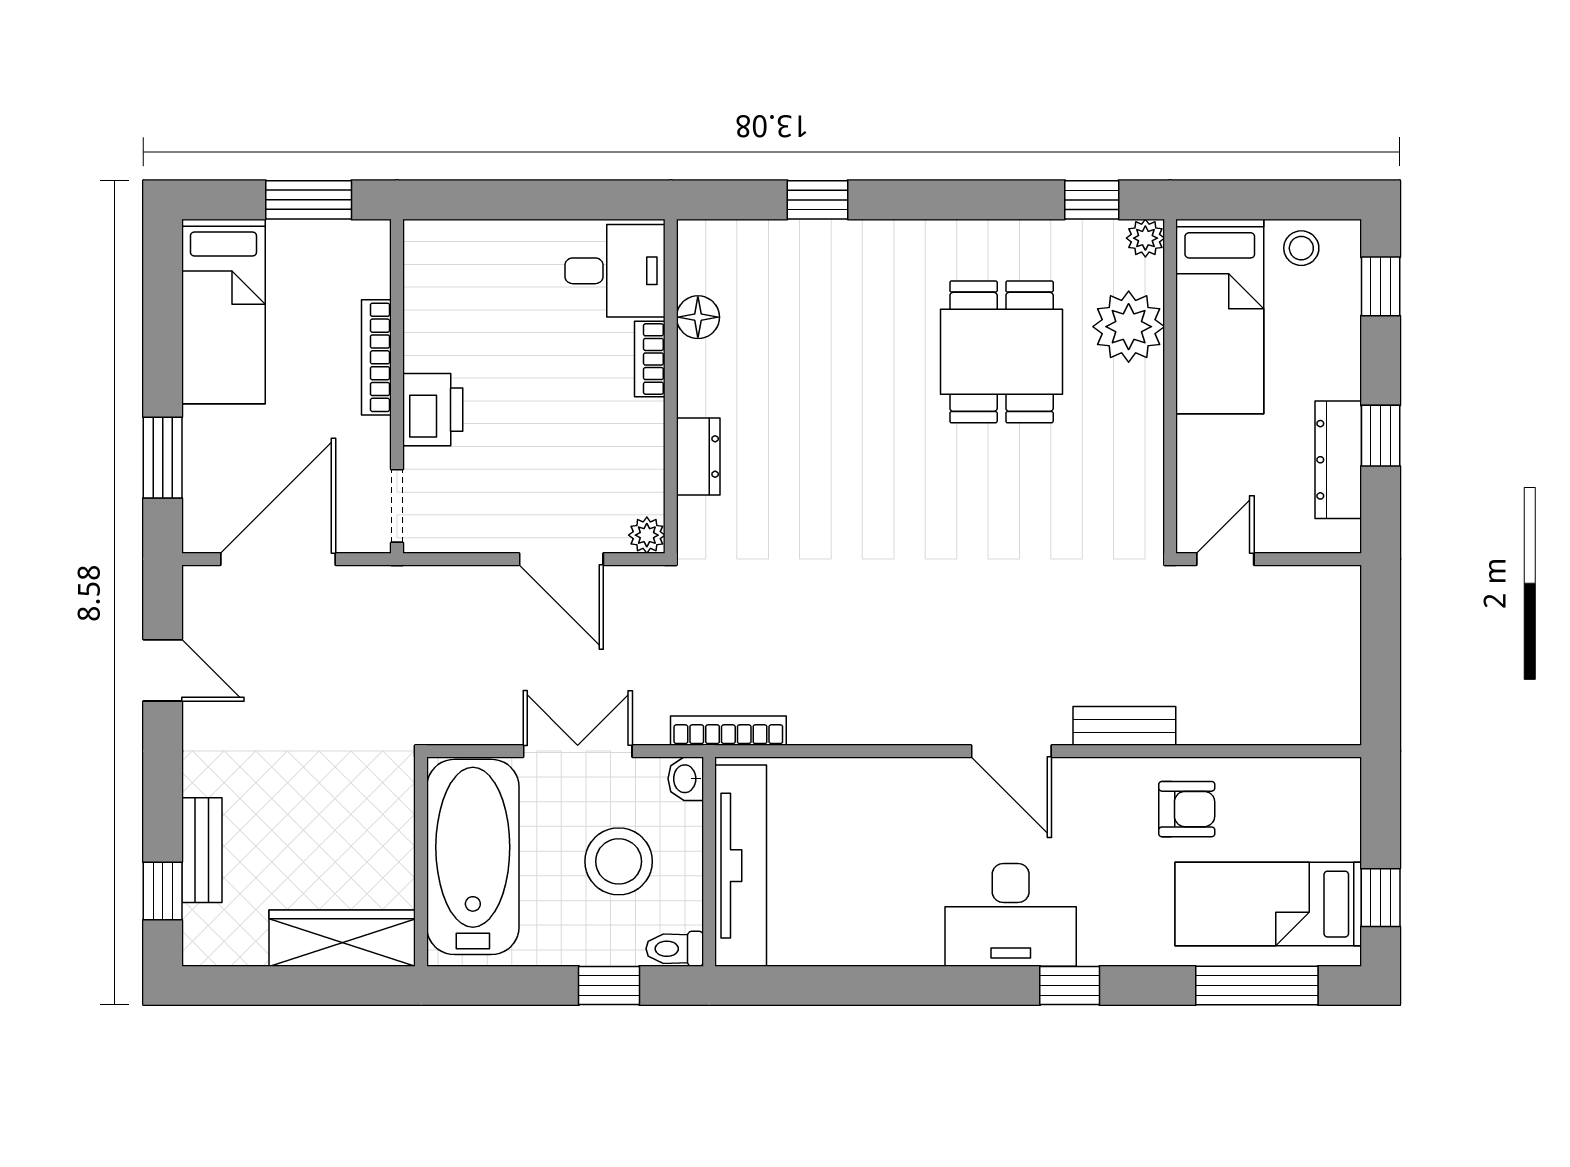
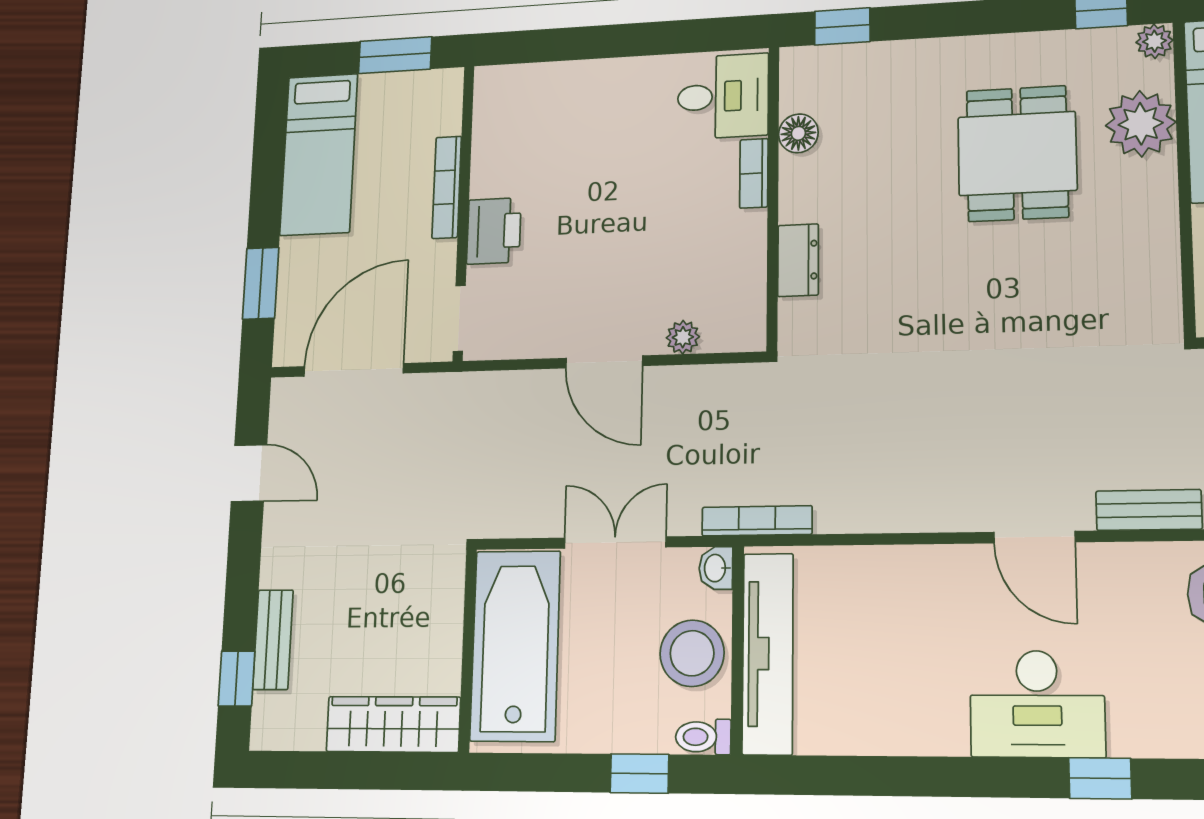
desk: (615, 271) -> (723, 96), moved
floor lamp: (698, 317) -> (798, 133), moved
bookcase: (650, 359) -> (754, 173), moved
wall: (671, 386) -> (773, 197), moved
dresser: (698, 456) -> (798, 260), moved
stool: (619, 861) -> (692, 653), moved

